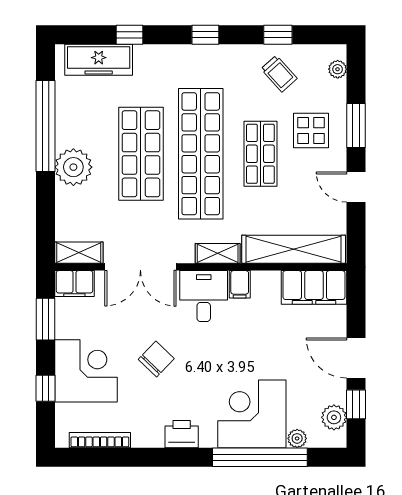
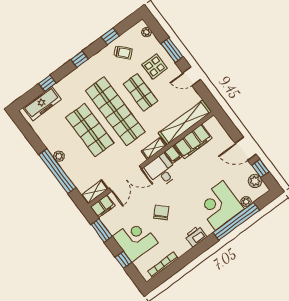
window: (45, 126) -> (57, 171), moved
plant: (73, 167) -> (59, 156), width x0.53, depth x0.53
filing cabinet: (314, 287) -> (193, 141), moved

